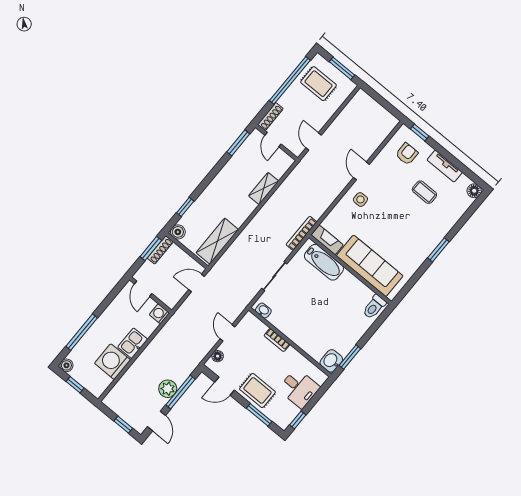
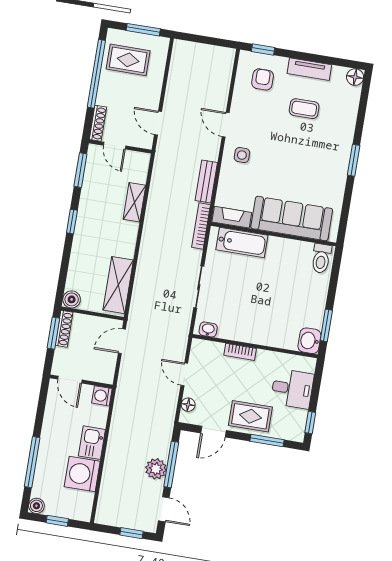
bench: (324, 204) -> (206, 182), added
window: (185, 207) -> (72, 222), moved

